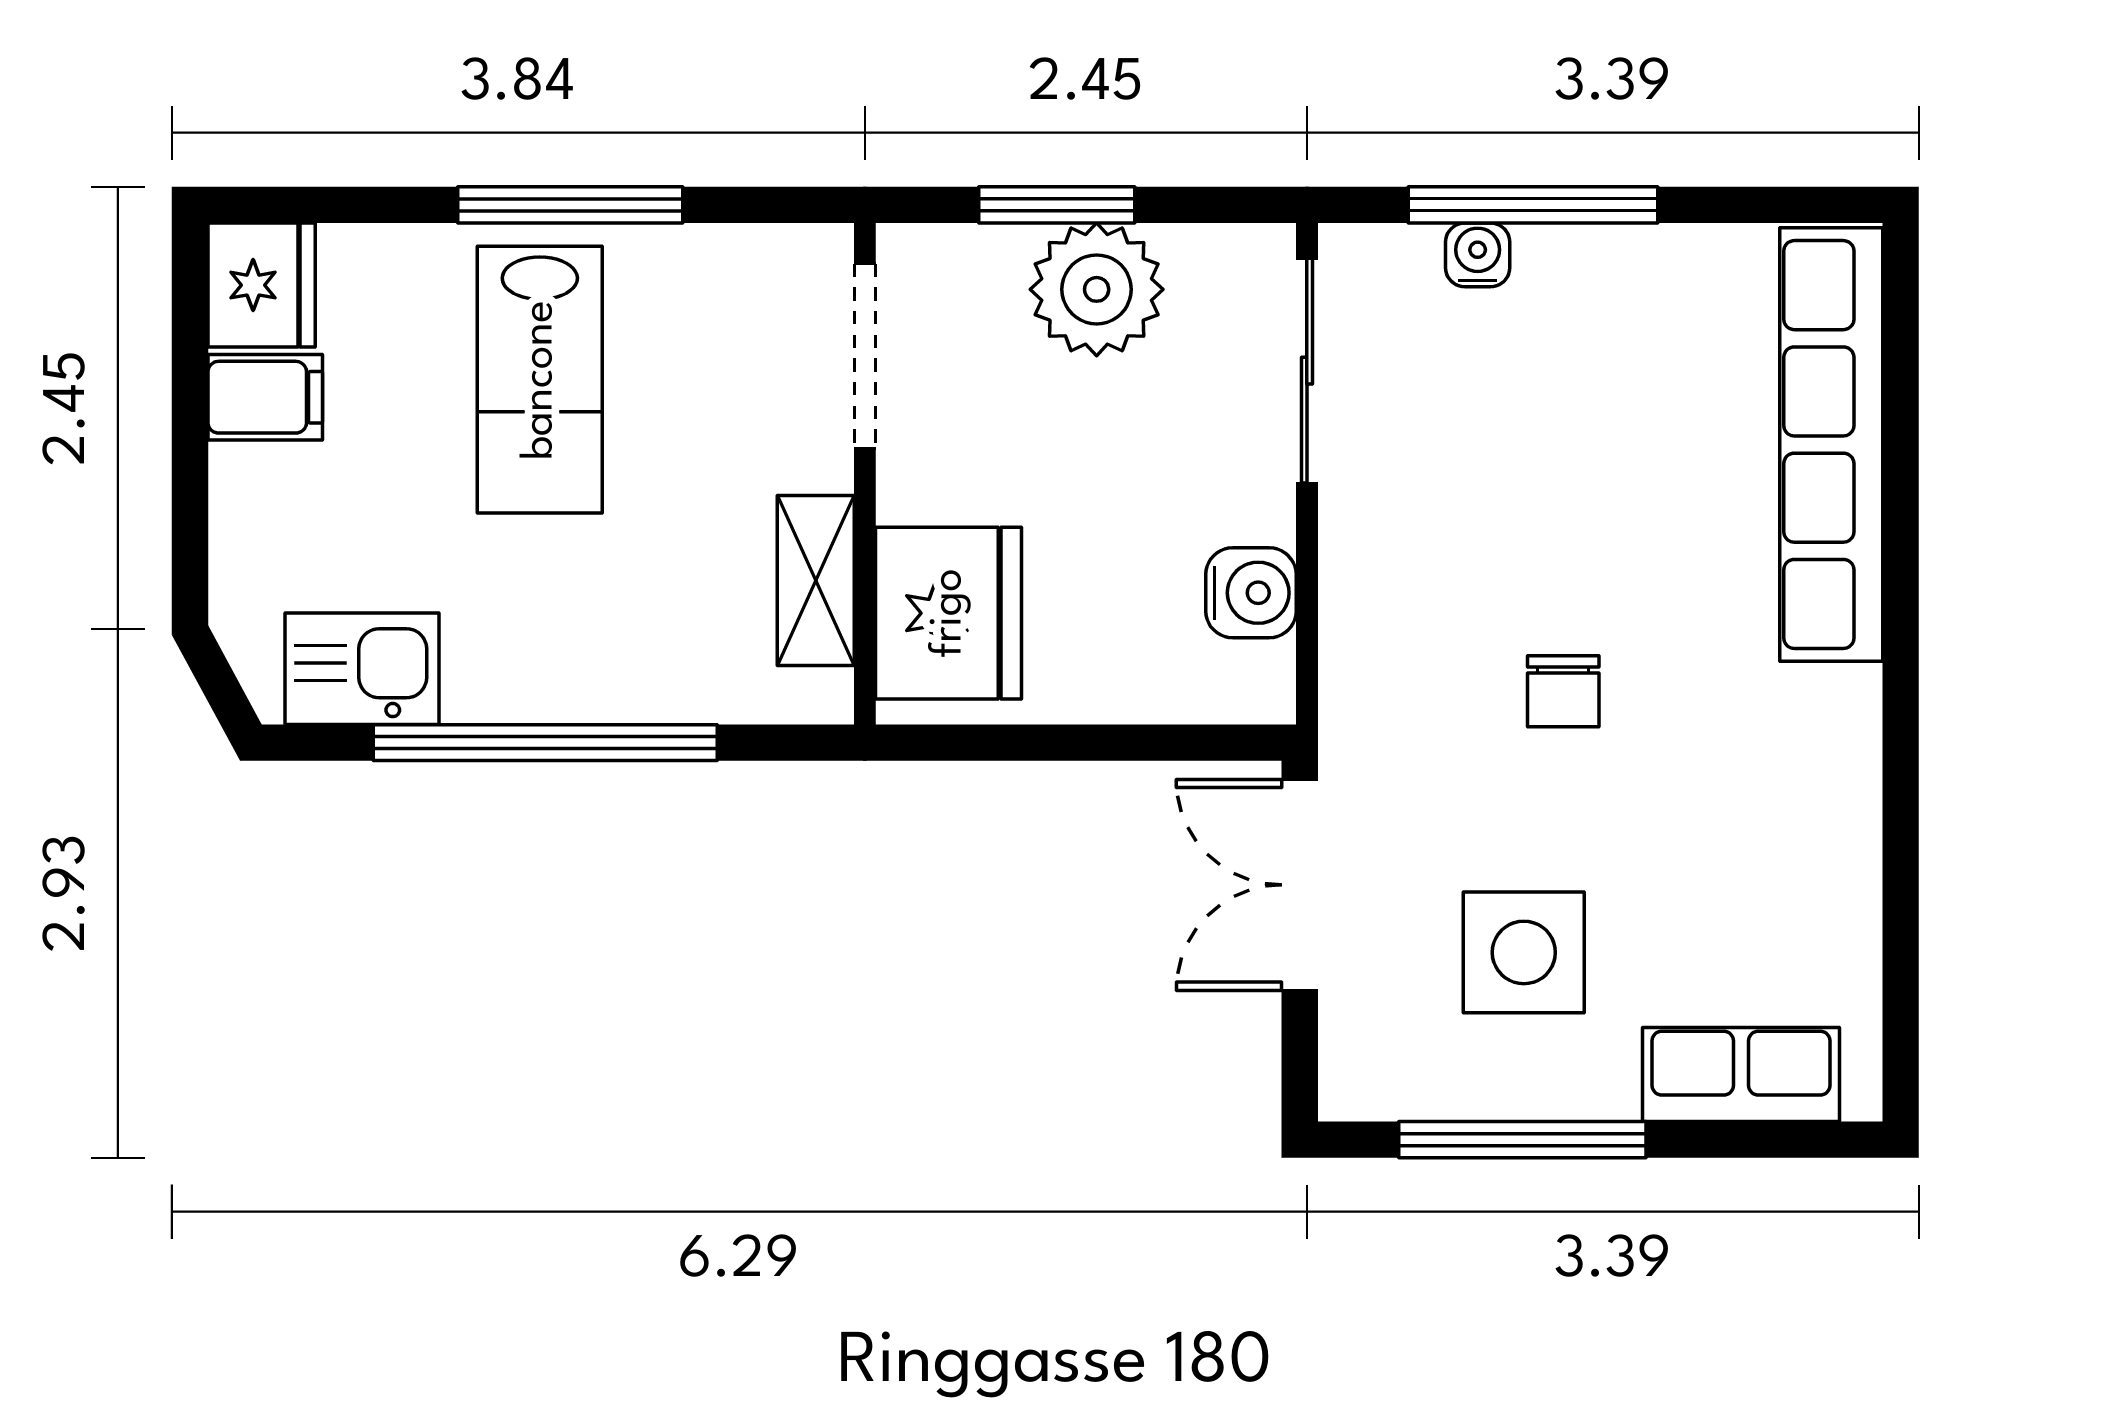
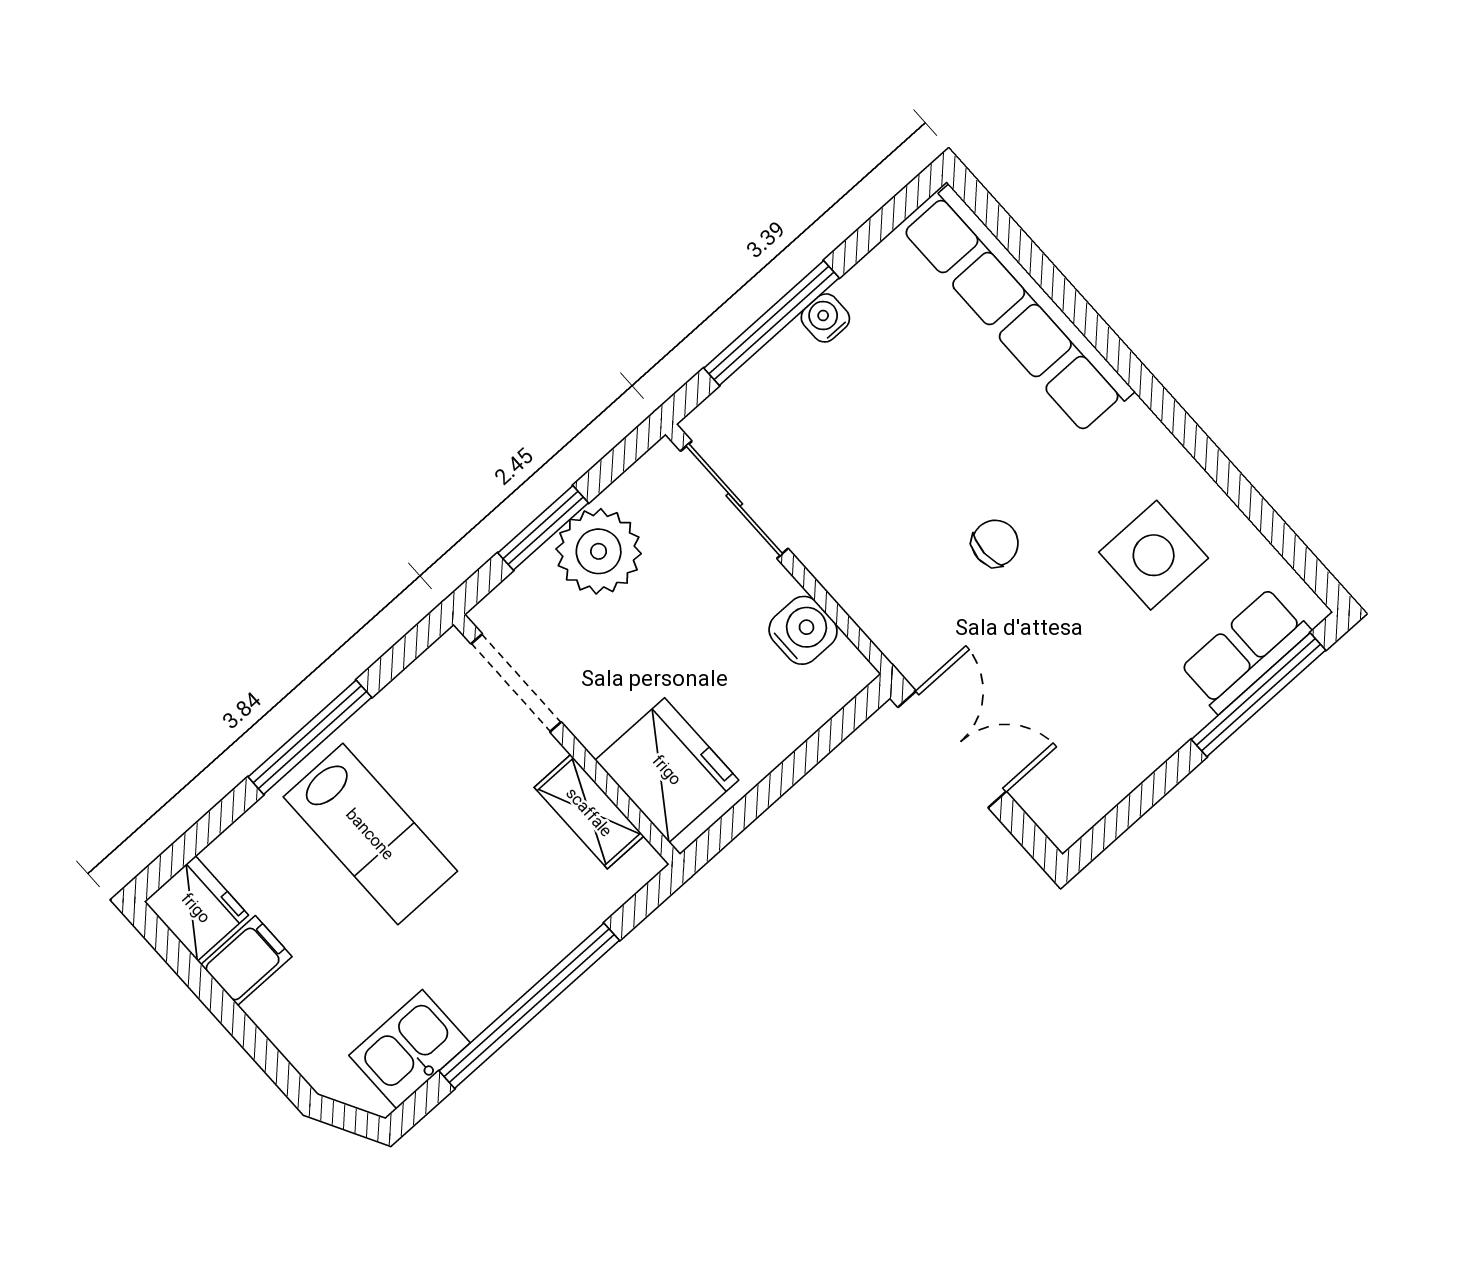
water cooler: (1478, 255) -> (825, 318), moved
chair: (1563, 691) -> (995, 543), turned -90
double door: (1300, 885) -> (952, 749), swing flipped
side table: (1524, 952) -> (1154, 555), moved
window: (1522, 1140) -> (1258, 695), moved

